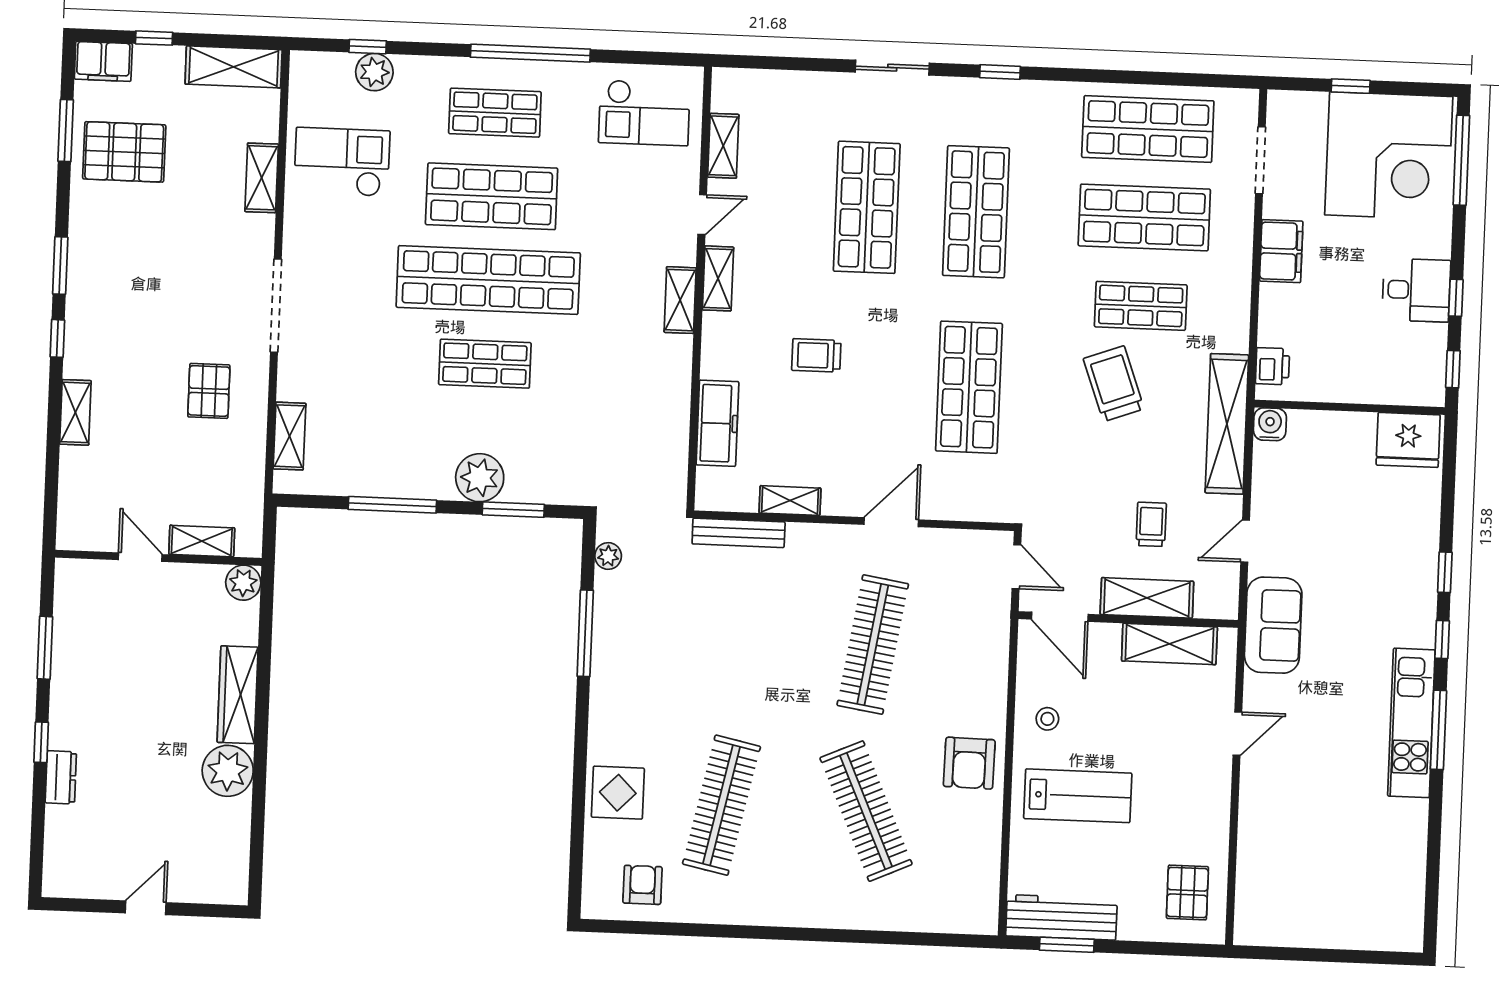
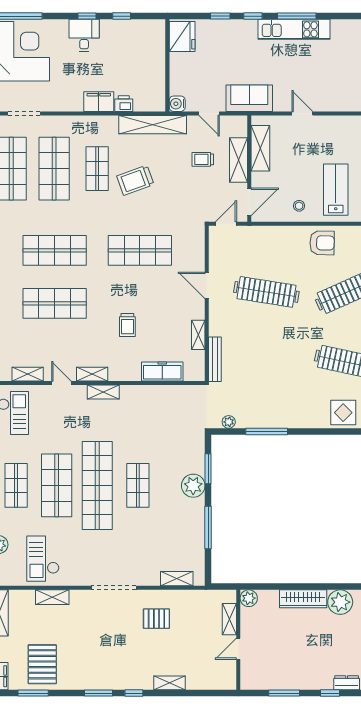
filing cabinet: (1281, 251) -> (99, 102), moved
wall: (1350, 407) -> (167, 65), moved
water cooler: (1270, 424) -> (177, 104), moved
fridge: (1408, 440) -> (182, 36), moved

